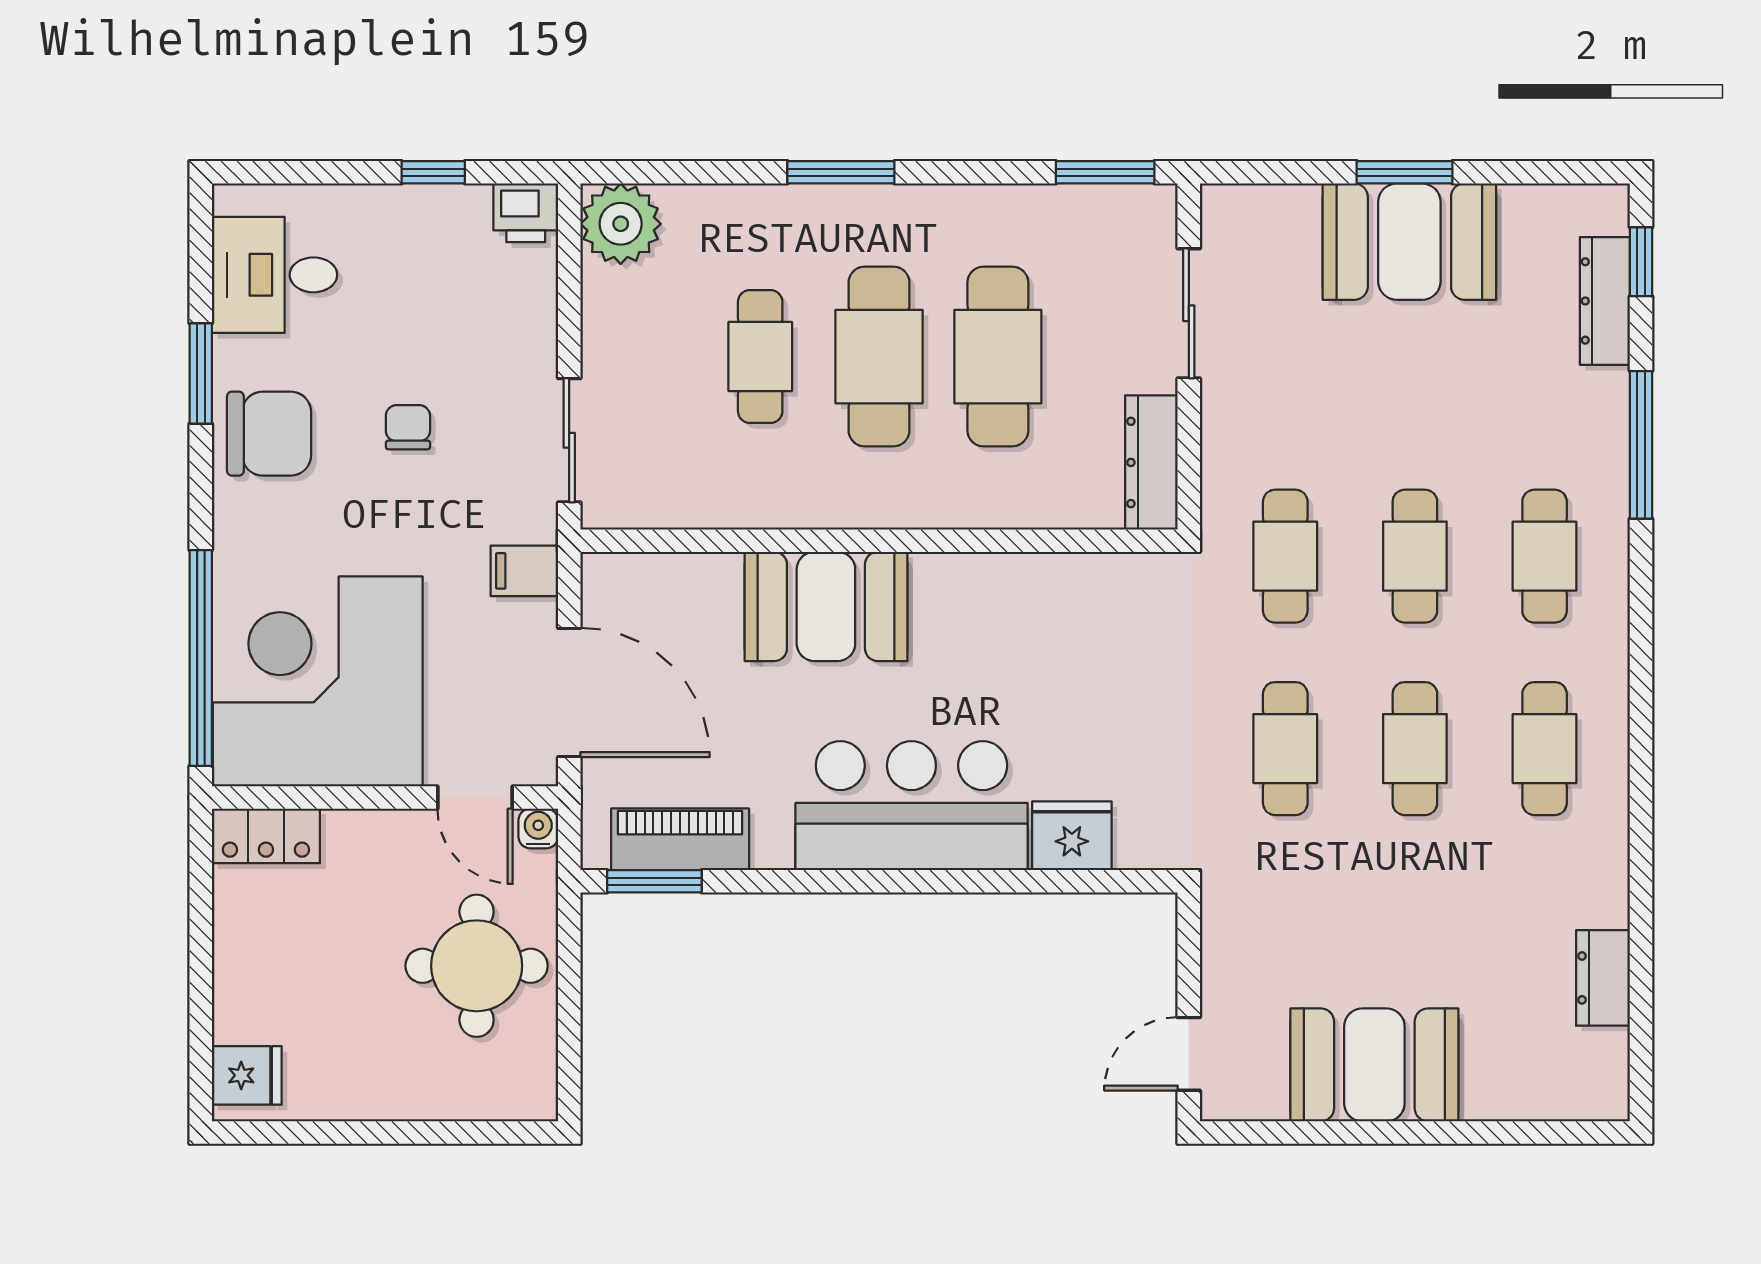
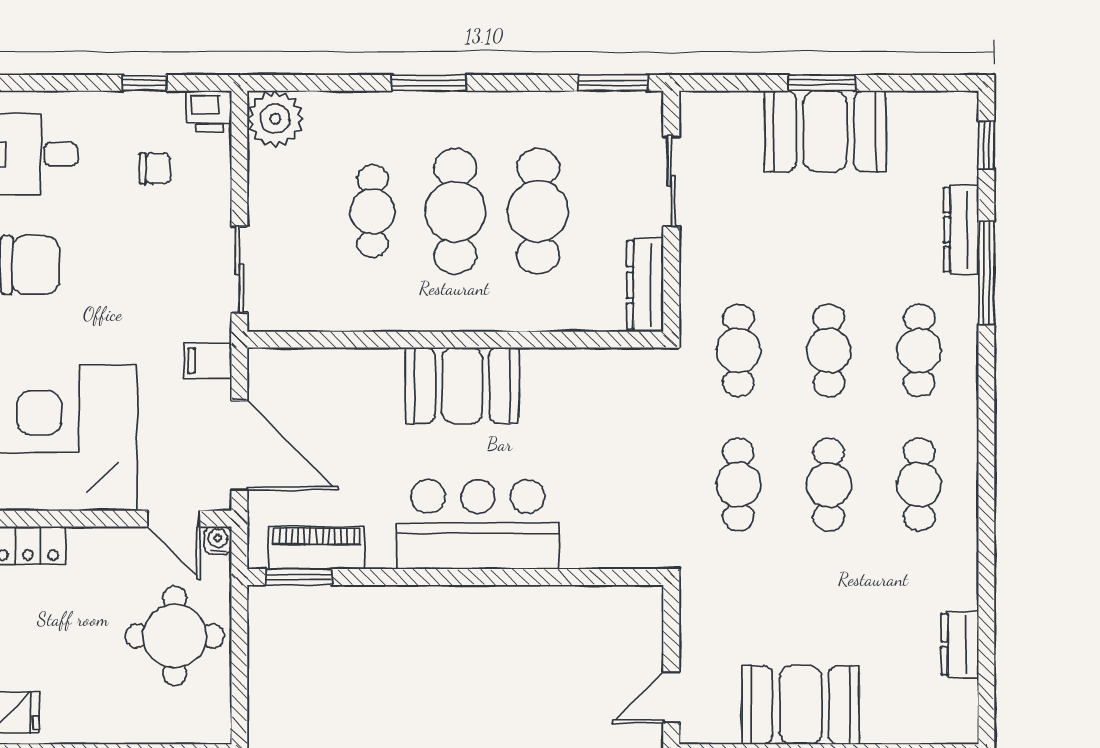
dresser: (1605, 301) -> (961, 230), moved
chair: (408, 427) -> (155, 168), moved, turned 90
booth: (826, 606) -> (462, 385), moved
fridge: (1072, 836) -> (590, 545), removed

